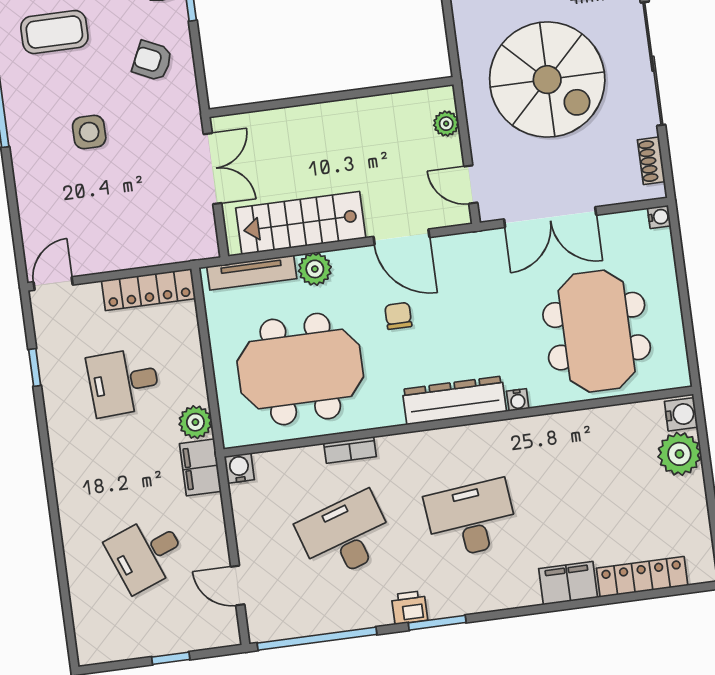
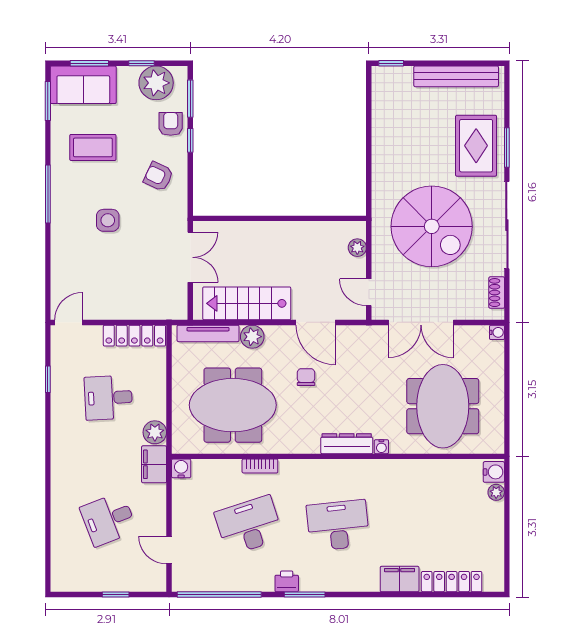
dresser: (454, 400) -> (347, 444), width x0.73, depth x0.80
plant: (679, 454) -> (496, 492), width x0.53, depth x0.53

